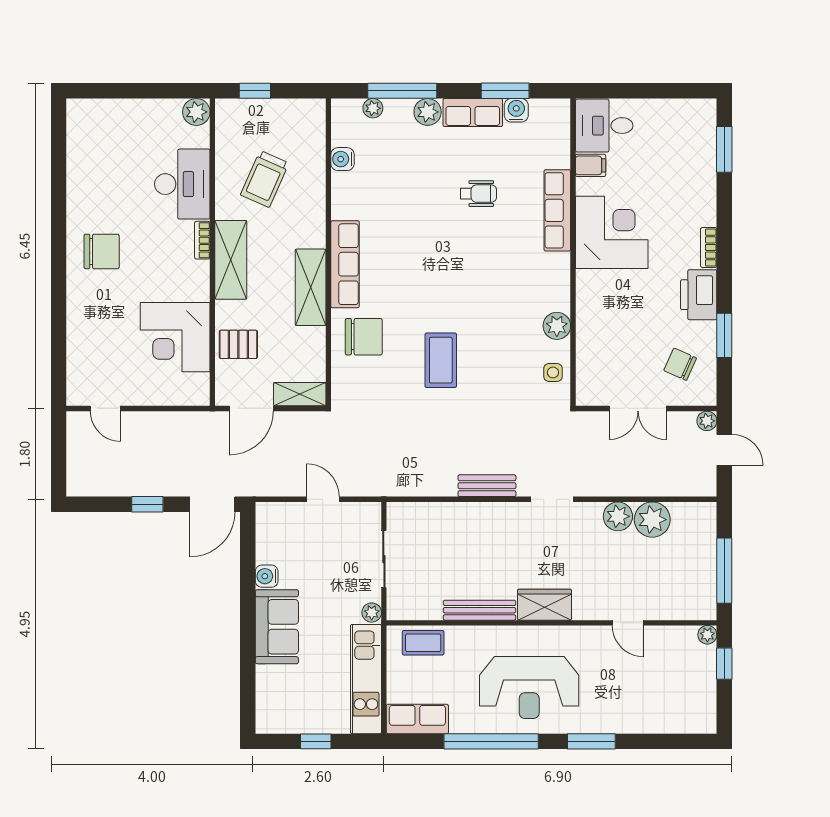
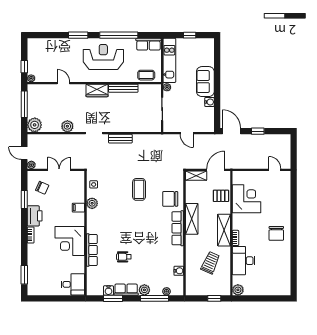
filing cabinet: (591, 165) -> (78, 208), moved
chair: (102, 251) -> (276, 233), turned -90
door: (212, 504) -> (231, 131), hinge flipped
plant: (652, 520) -> (35, 125), moved

